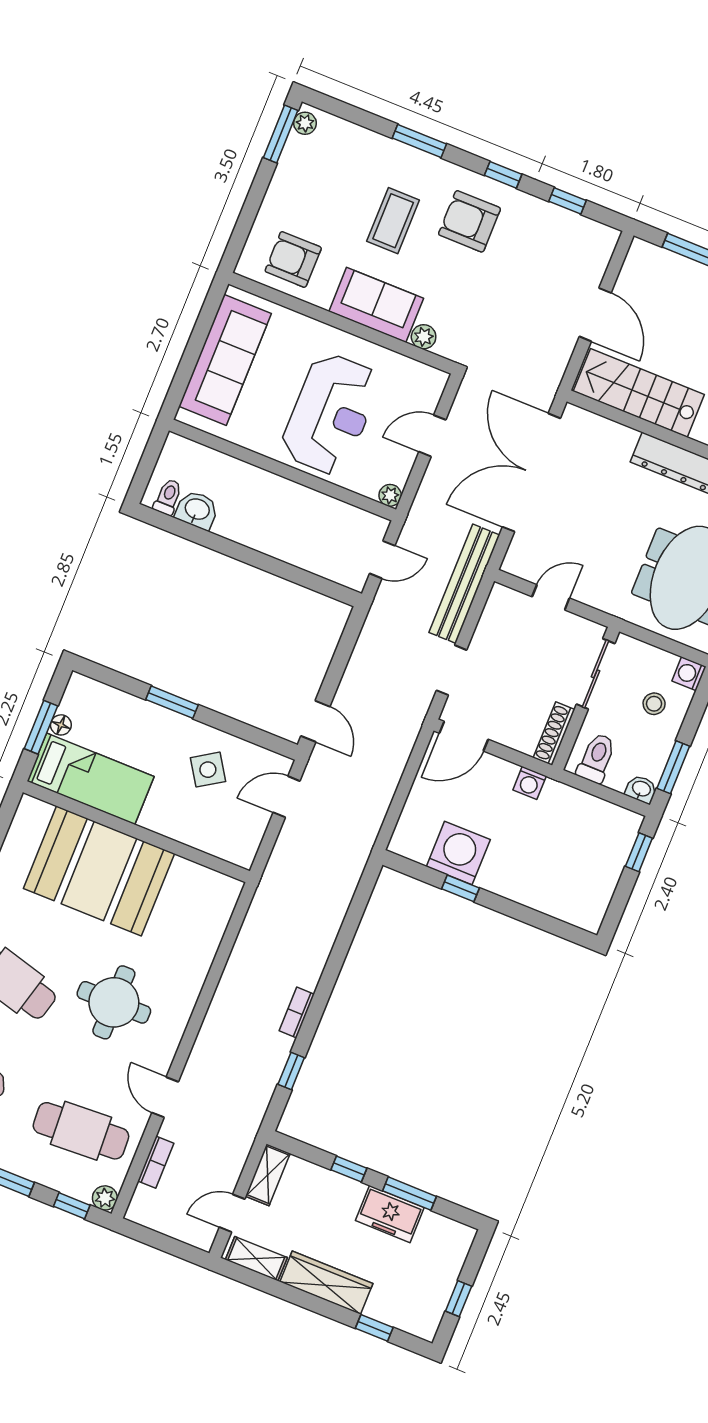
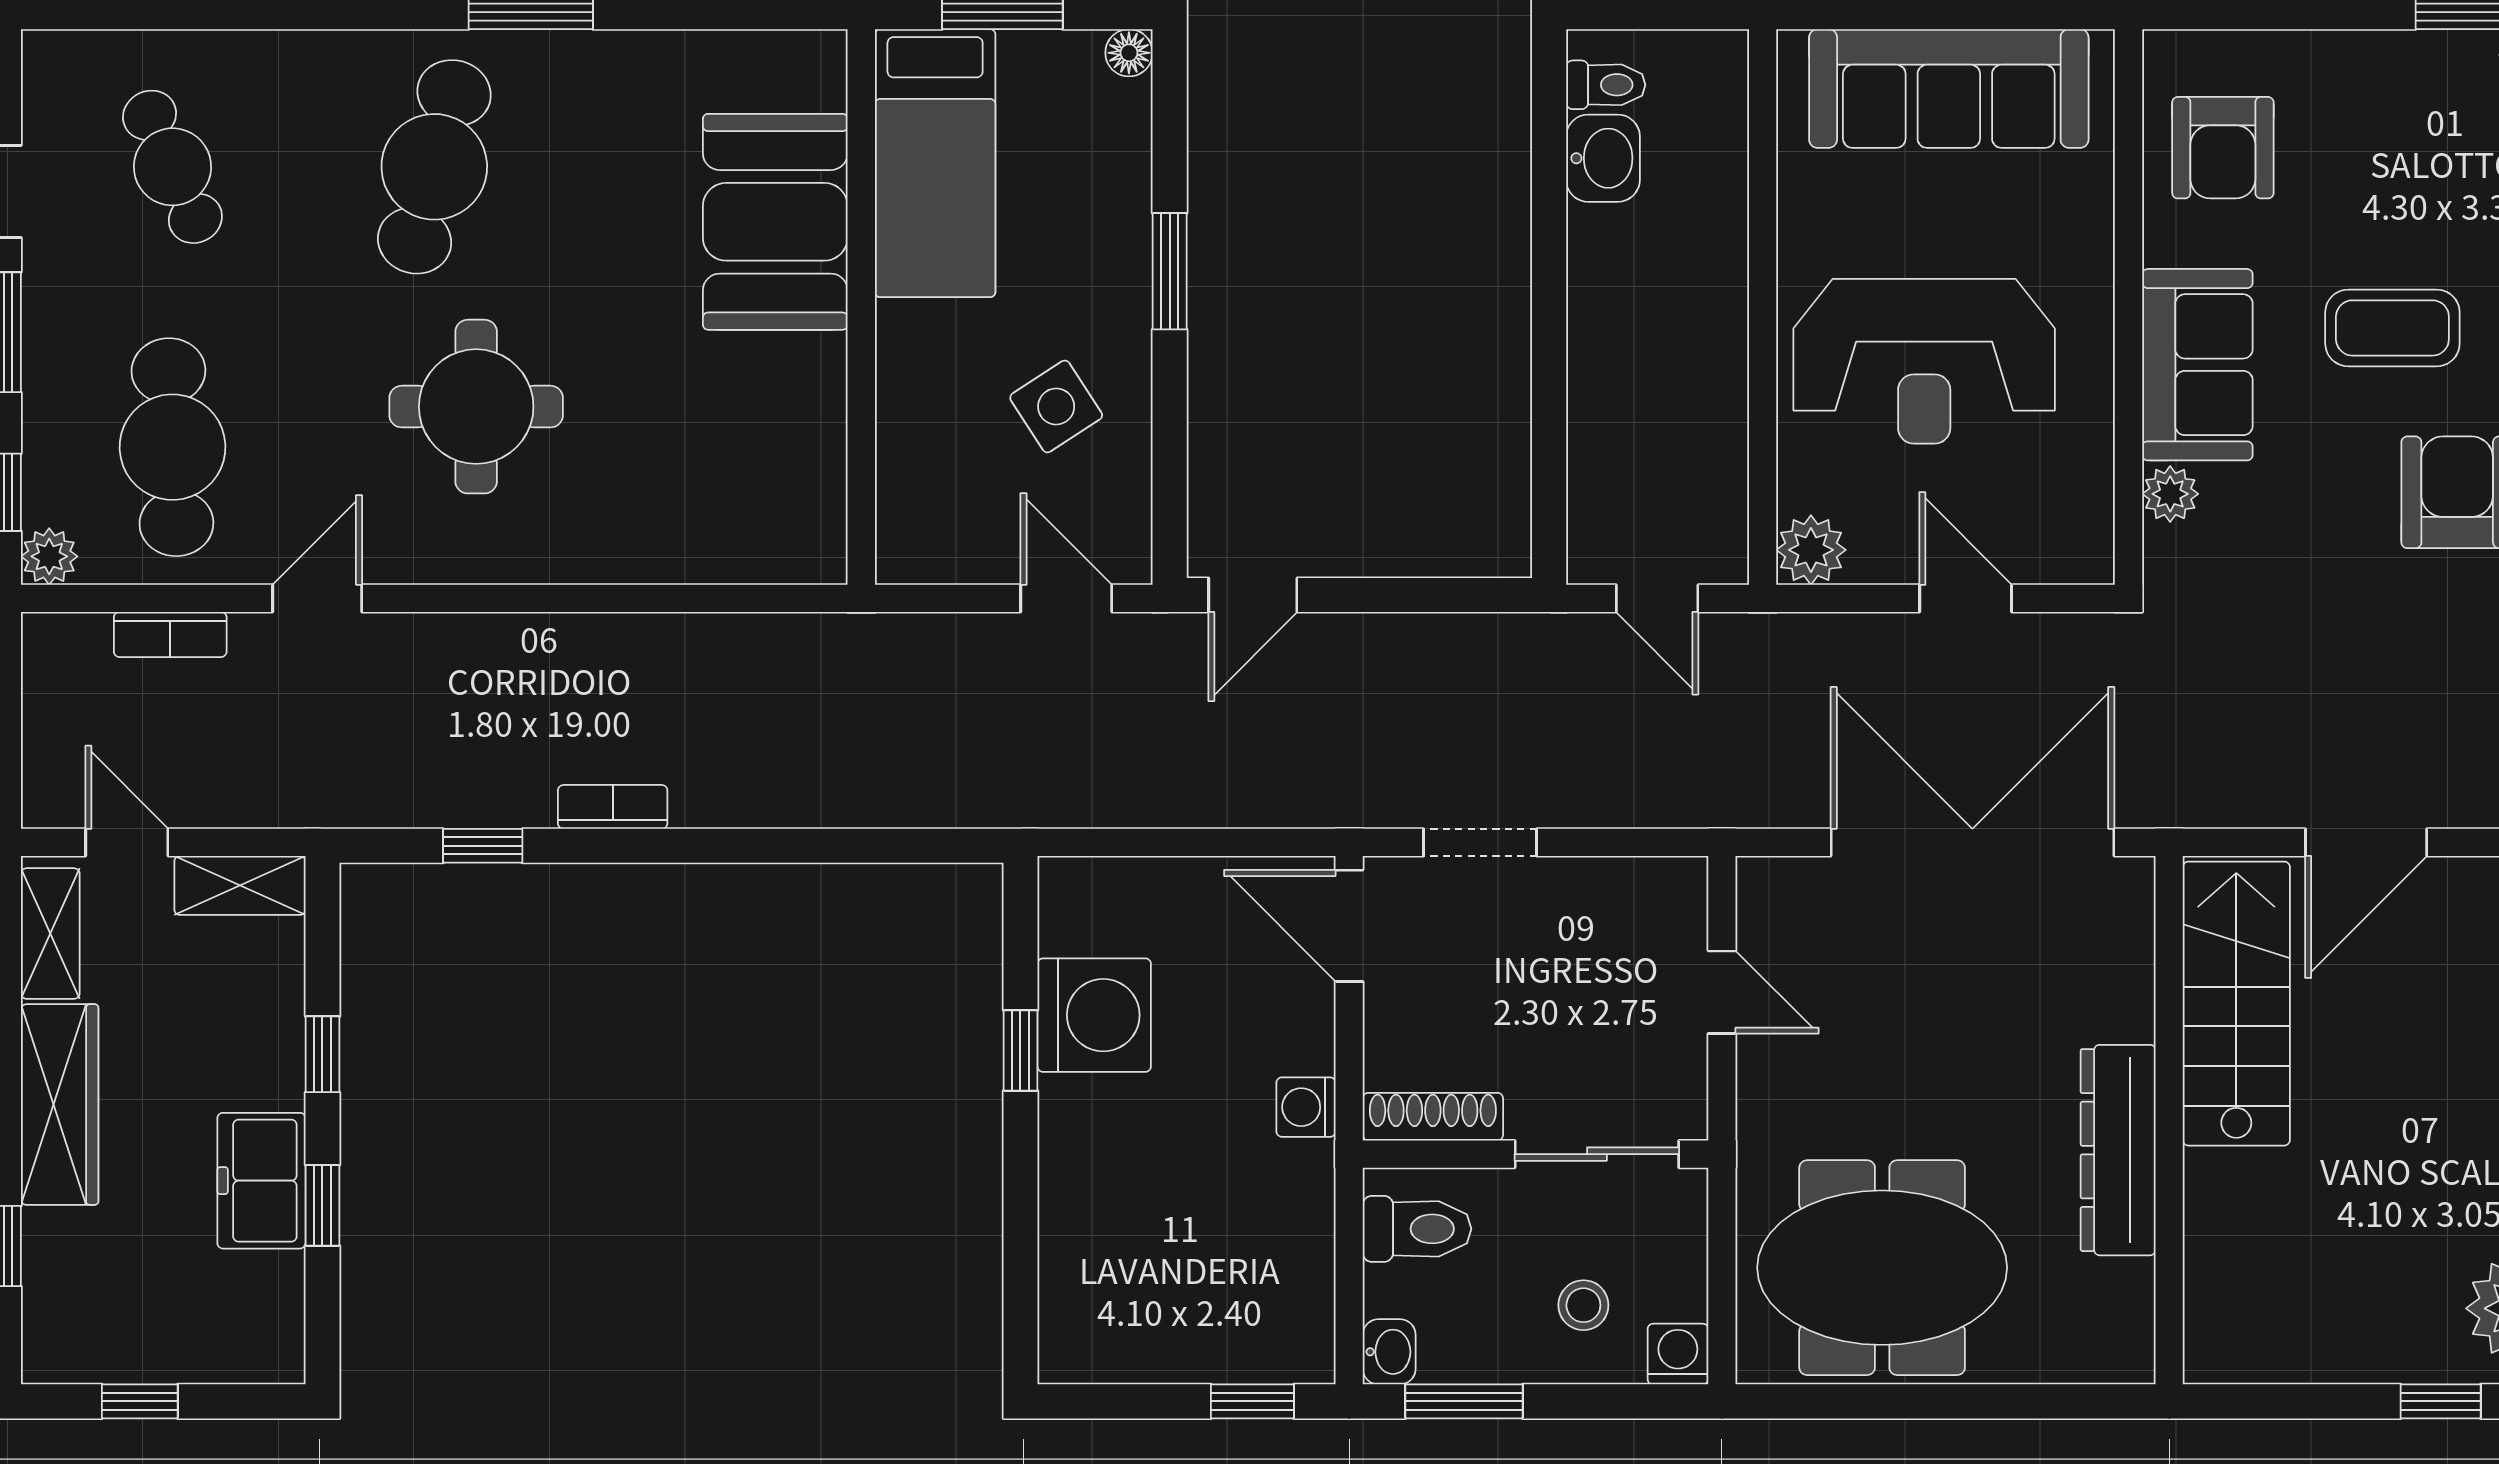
armchair: (293, 259) -> (2223, 148), turned 180
plant: (390, 495) -> (1811, 550), width x1.38, depth x1.38
bench: (464, 584) -> (1676, 795), removed
floor lamp: (61, 725) -> (1129, 53), moved
booth: (99, 871) -> (775, 222), width x0.73, depth x0.70
window: (410, 1194) -> (322, 1205), width x0.67

